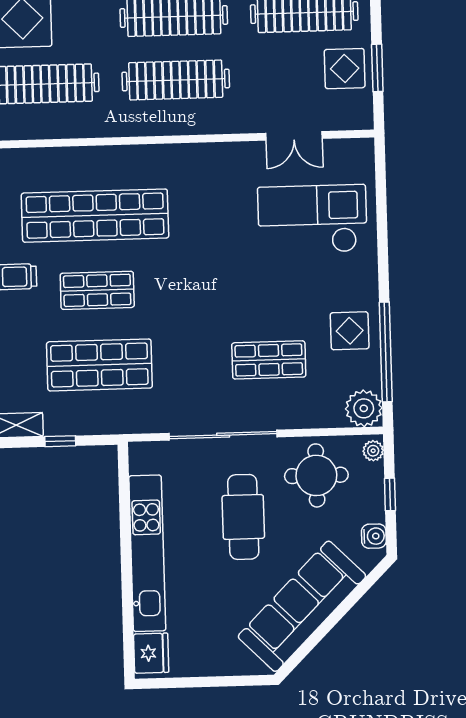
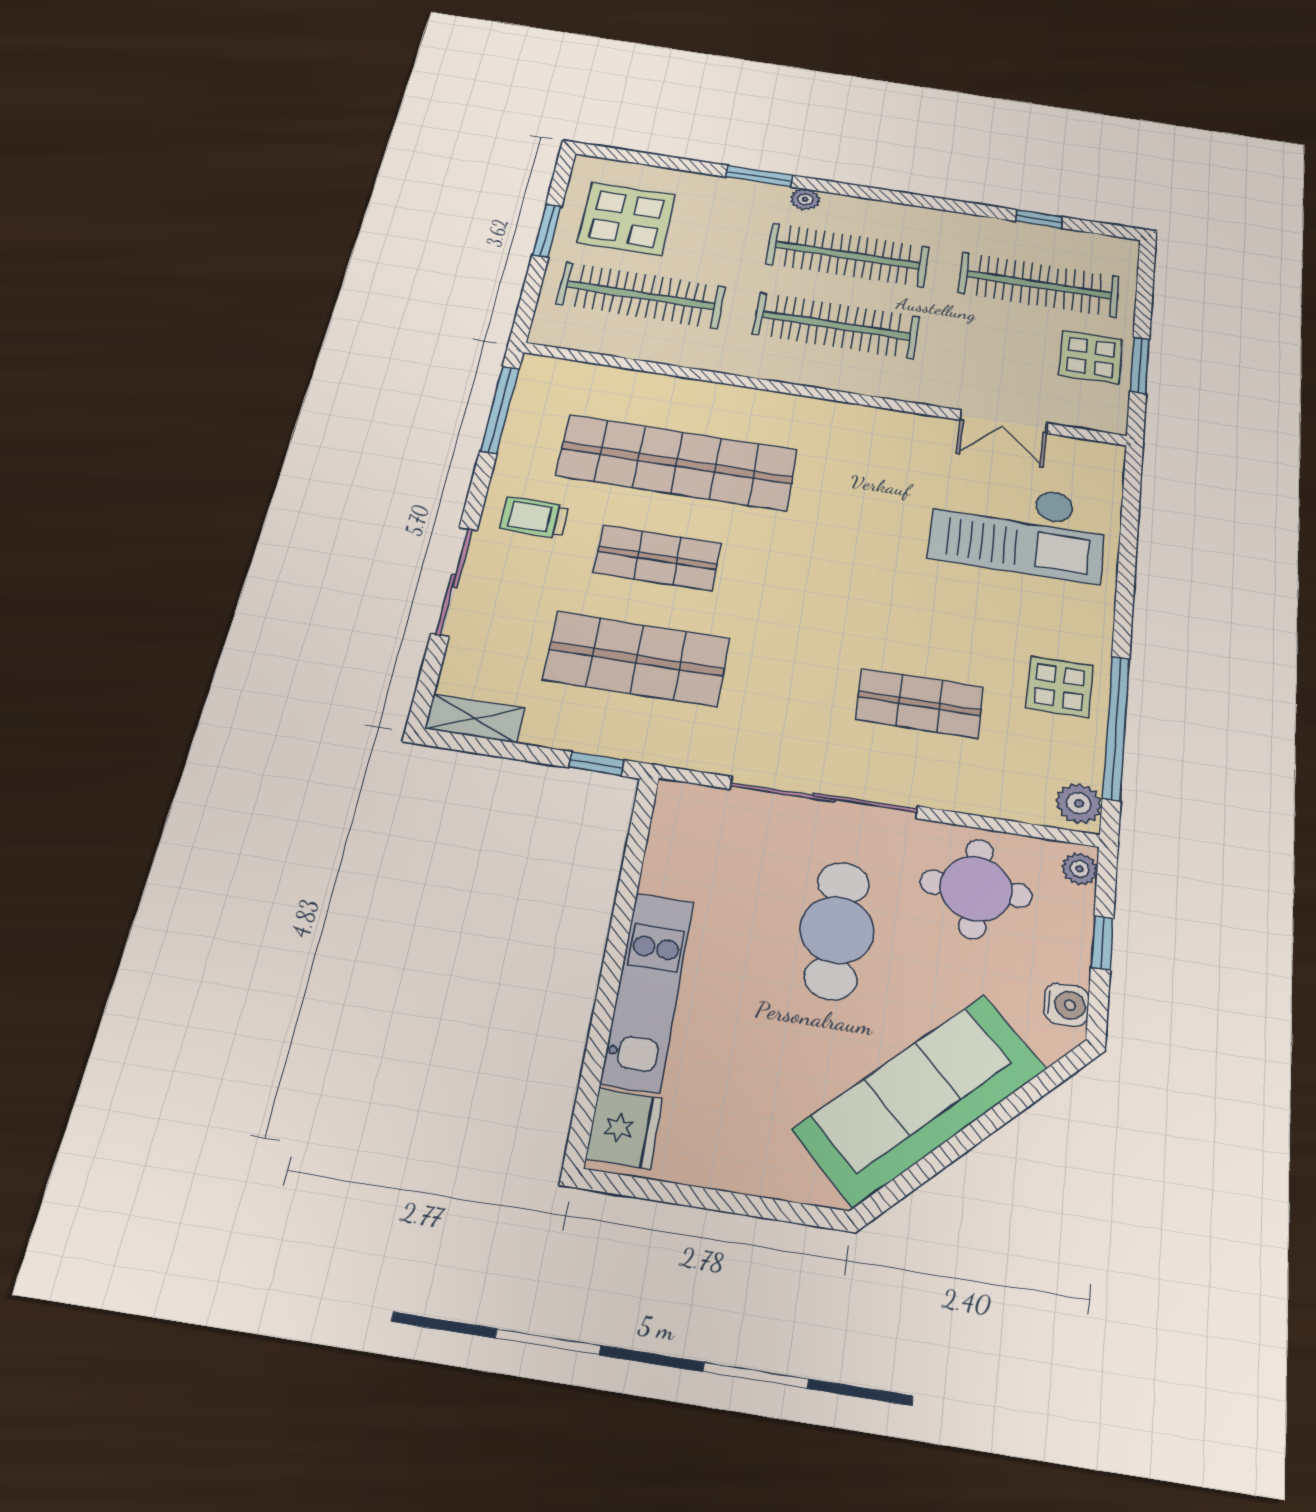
checkout: (312, 219) -> (1018, 529), turned 180
plant: (364, 408) -> (1079, 803), width x0.73, depth x0.73
window: (60, 441) -> (597, 764), moved
kitchen unit: (147, 553) -> (648, 991), width x0.73

